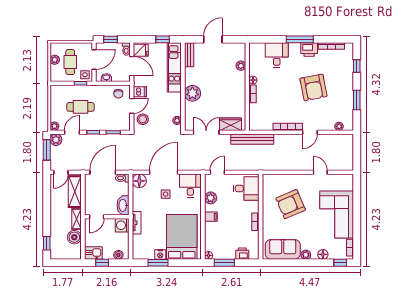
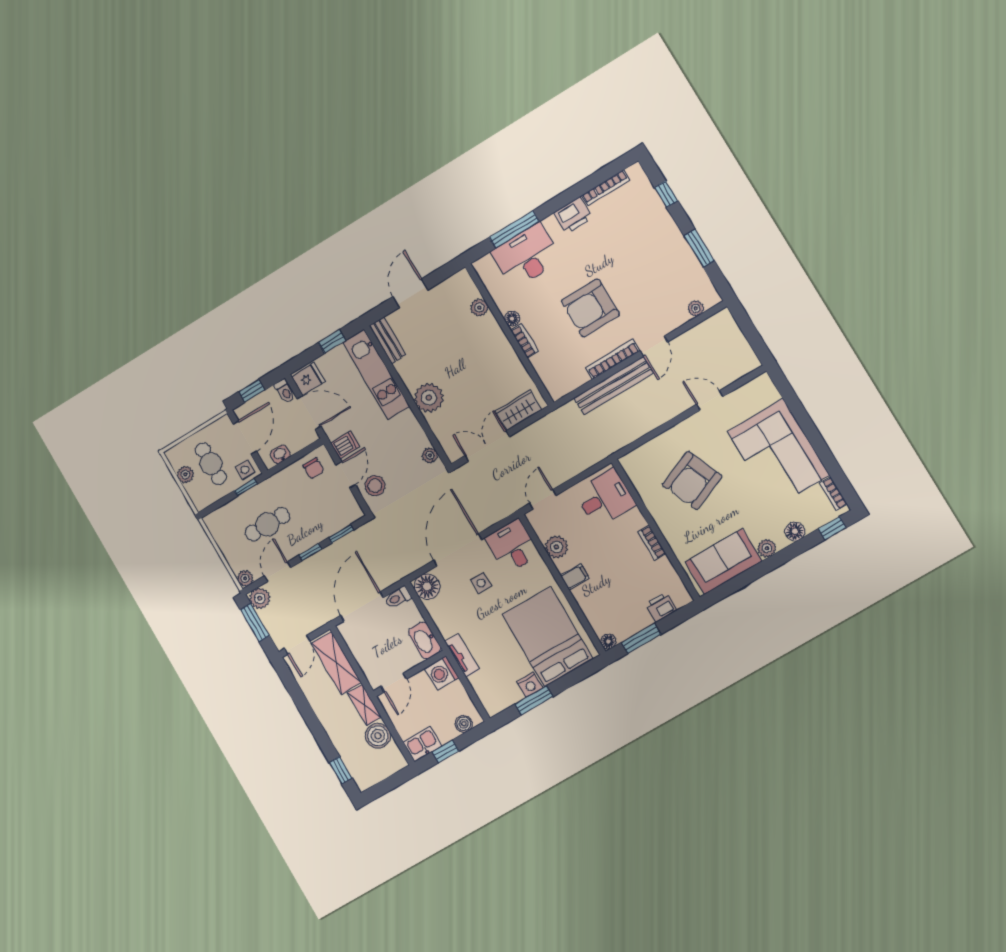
window: (300, 39) -> (514, 229), moved
desk: (277, 55) -> (526, 256), width x1.37
armchair: (313, 87) -> (590, 308), moved, turned 101
bench: (252, 139) -> (613, 386), moved

